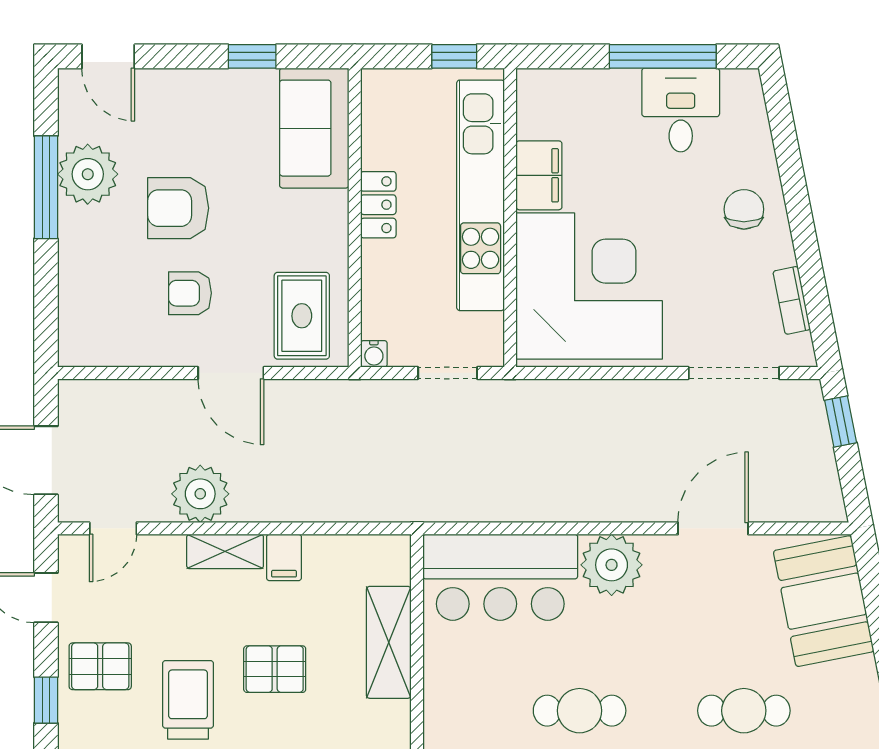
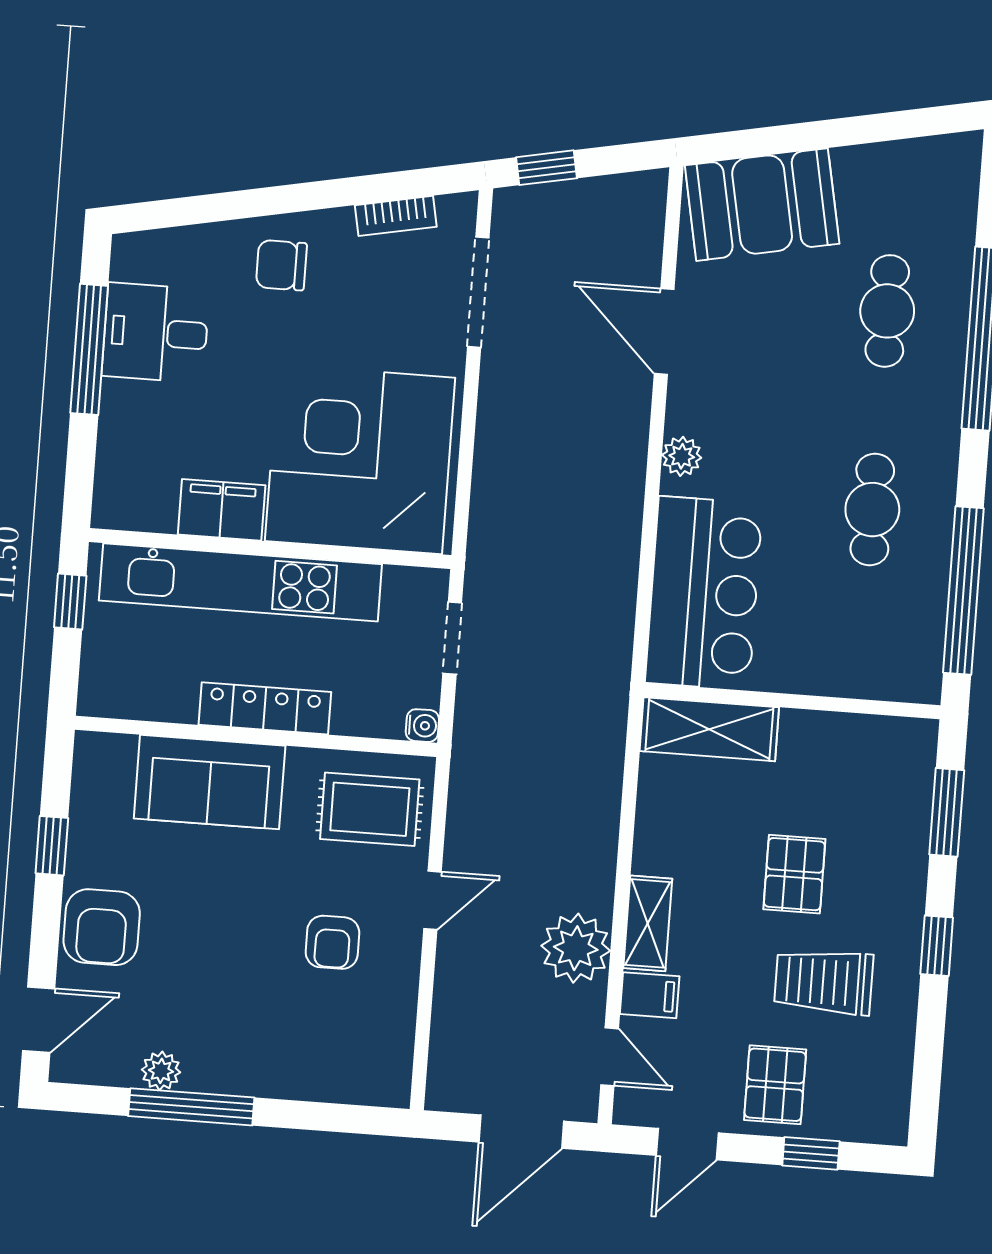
sofa: (314, 128) -> (210, 782), moved
plant: (88, 174) -> (161, 1071), width x0.53, depth x0.53
locker: (378, 205) -> (265, 708), width x1.53
armchair: (178, 208) -> (102, 927), moved
door: (231, 373) -> (433, 900), width x0.73
filing cabinet: (284, 557) -> (650, 995), moved
plant: (612, 565) -> (682, 456), width x0.53, depth x0.53
shelving: (389, 642) -> (709, 729), moved

